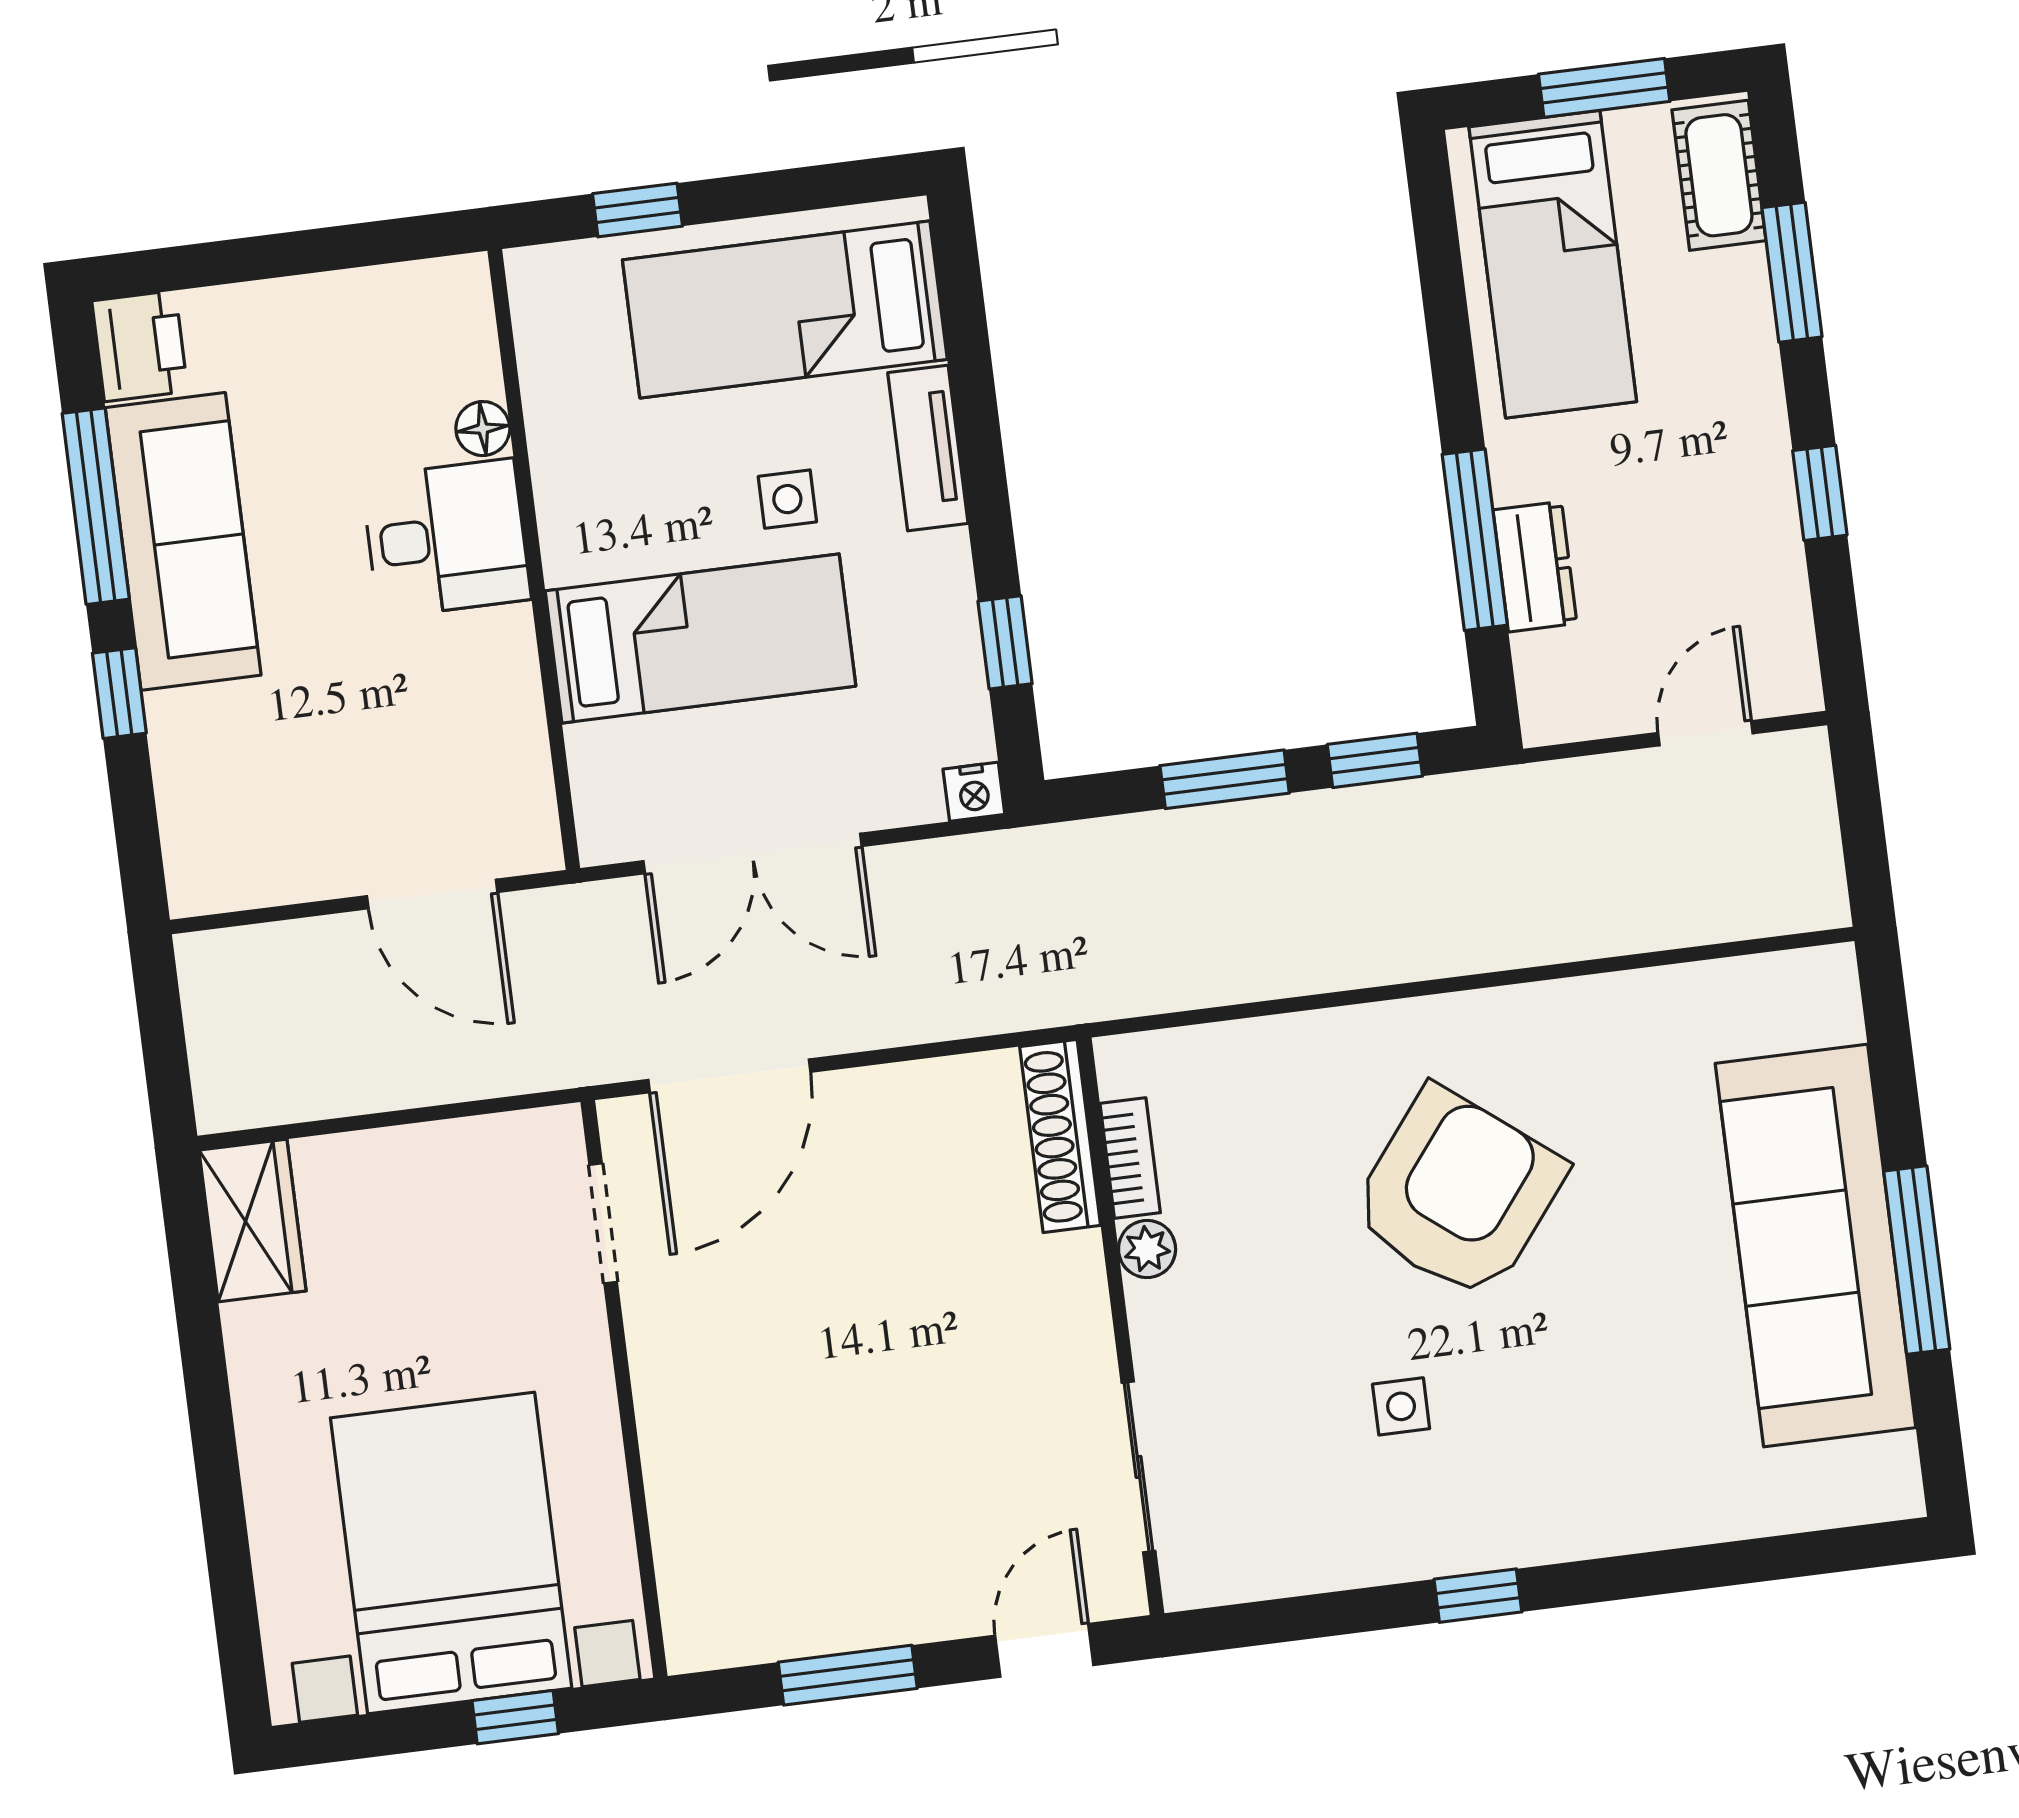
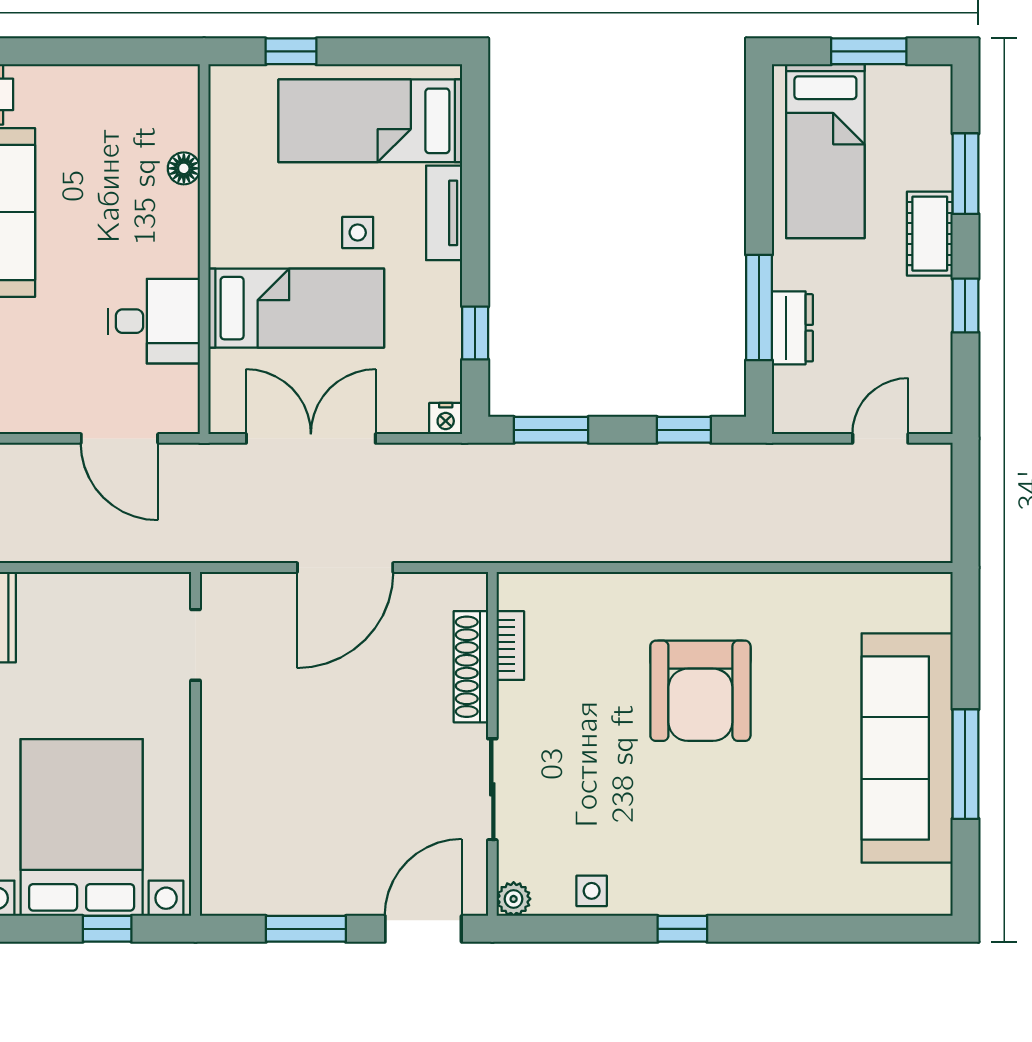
cot: (1719, 175) -> (930, 234), moved
desk: (446, 538) -> (154, 321), moved
window: (1225, 779) -> (551, 430), moved
double door: (753, 854) -> (311, 438), swing flipped
door: (729, 1076) -> (345, 567), moved
shoe rack: (1060, 1136) -> (471, 667), moved
armchair: (1458, 1193) -> (700, 691), turned 142
plant: (1147, 1249) -> (514, 899), moved
side table: (1401, 1406) -> (592, 891), moved
sliding door: (1138, 1467) -> (492, 789), moved
door: (1044, 1650) -> (423, 929), width x1.38

